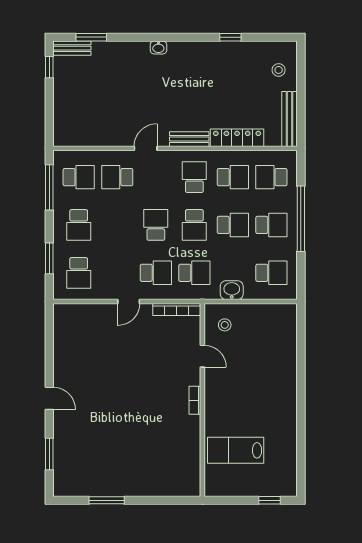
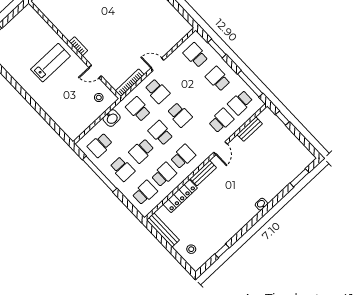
window: (230, 37) -> (222, 251), moved
bench: (72, 48) -> (250, 129), moved
window: (49, 67) -> (283, 118), moved
school desk: (194, 177) -> (183, 157), turned -90
school desk: (233, 177) -> (164, 175), turned 180
window: (301, 219) -> (100, 174), moved
school desk: (271, 225) -> (122, 169), turned -90
school desk: (156, 273) -> (157, 91), turned -90
school desk: (194, 273) -> (138, 109), turned 90
door: (129, 302) -> (157, 64), hinge flipped
lab bench: (236, 450) -> (50, 63), moved

